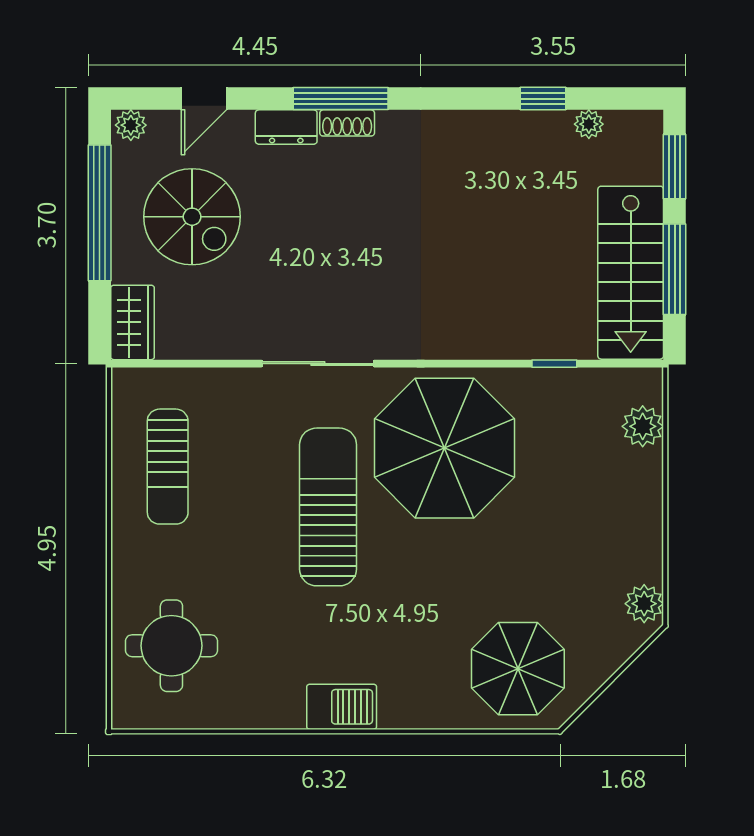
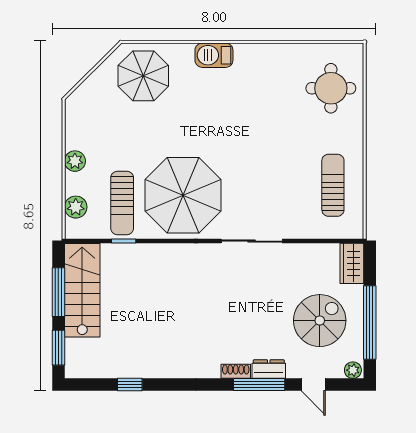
door: (204, 99) -> (313, 385), swing flipped
window: (341, 99) -> (259, 385), moved
plant: (589, 124) -> (105, 371), removed
spiral stairs: (192, 217) -> (320, 321), turned 90
sun lounger: (328, 507) -> (122, 203), moved, width x0.73, depth x0.75
plant: (644, 604) -> (75, 161), moved
barbecue: (342, 707) -> (214, 55), moved

